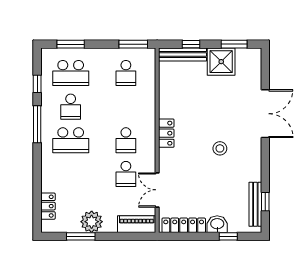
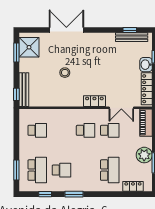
window: (133, 44) -> (16, 125), removed
window: (191, 44) -> (16, 94), moved
shower: (221, 62) -> (29, 47), moved
window: (37, 124) -> (74, 194), width x0.69
locker: (166, 133) -> (94, 101), moved
school desk: (71, 140) -> (110, 170), moved
stool: (220, 148) -> (65, 73), moved

